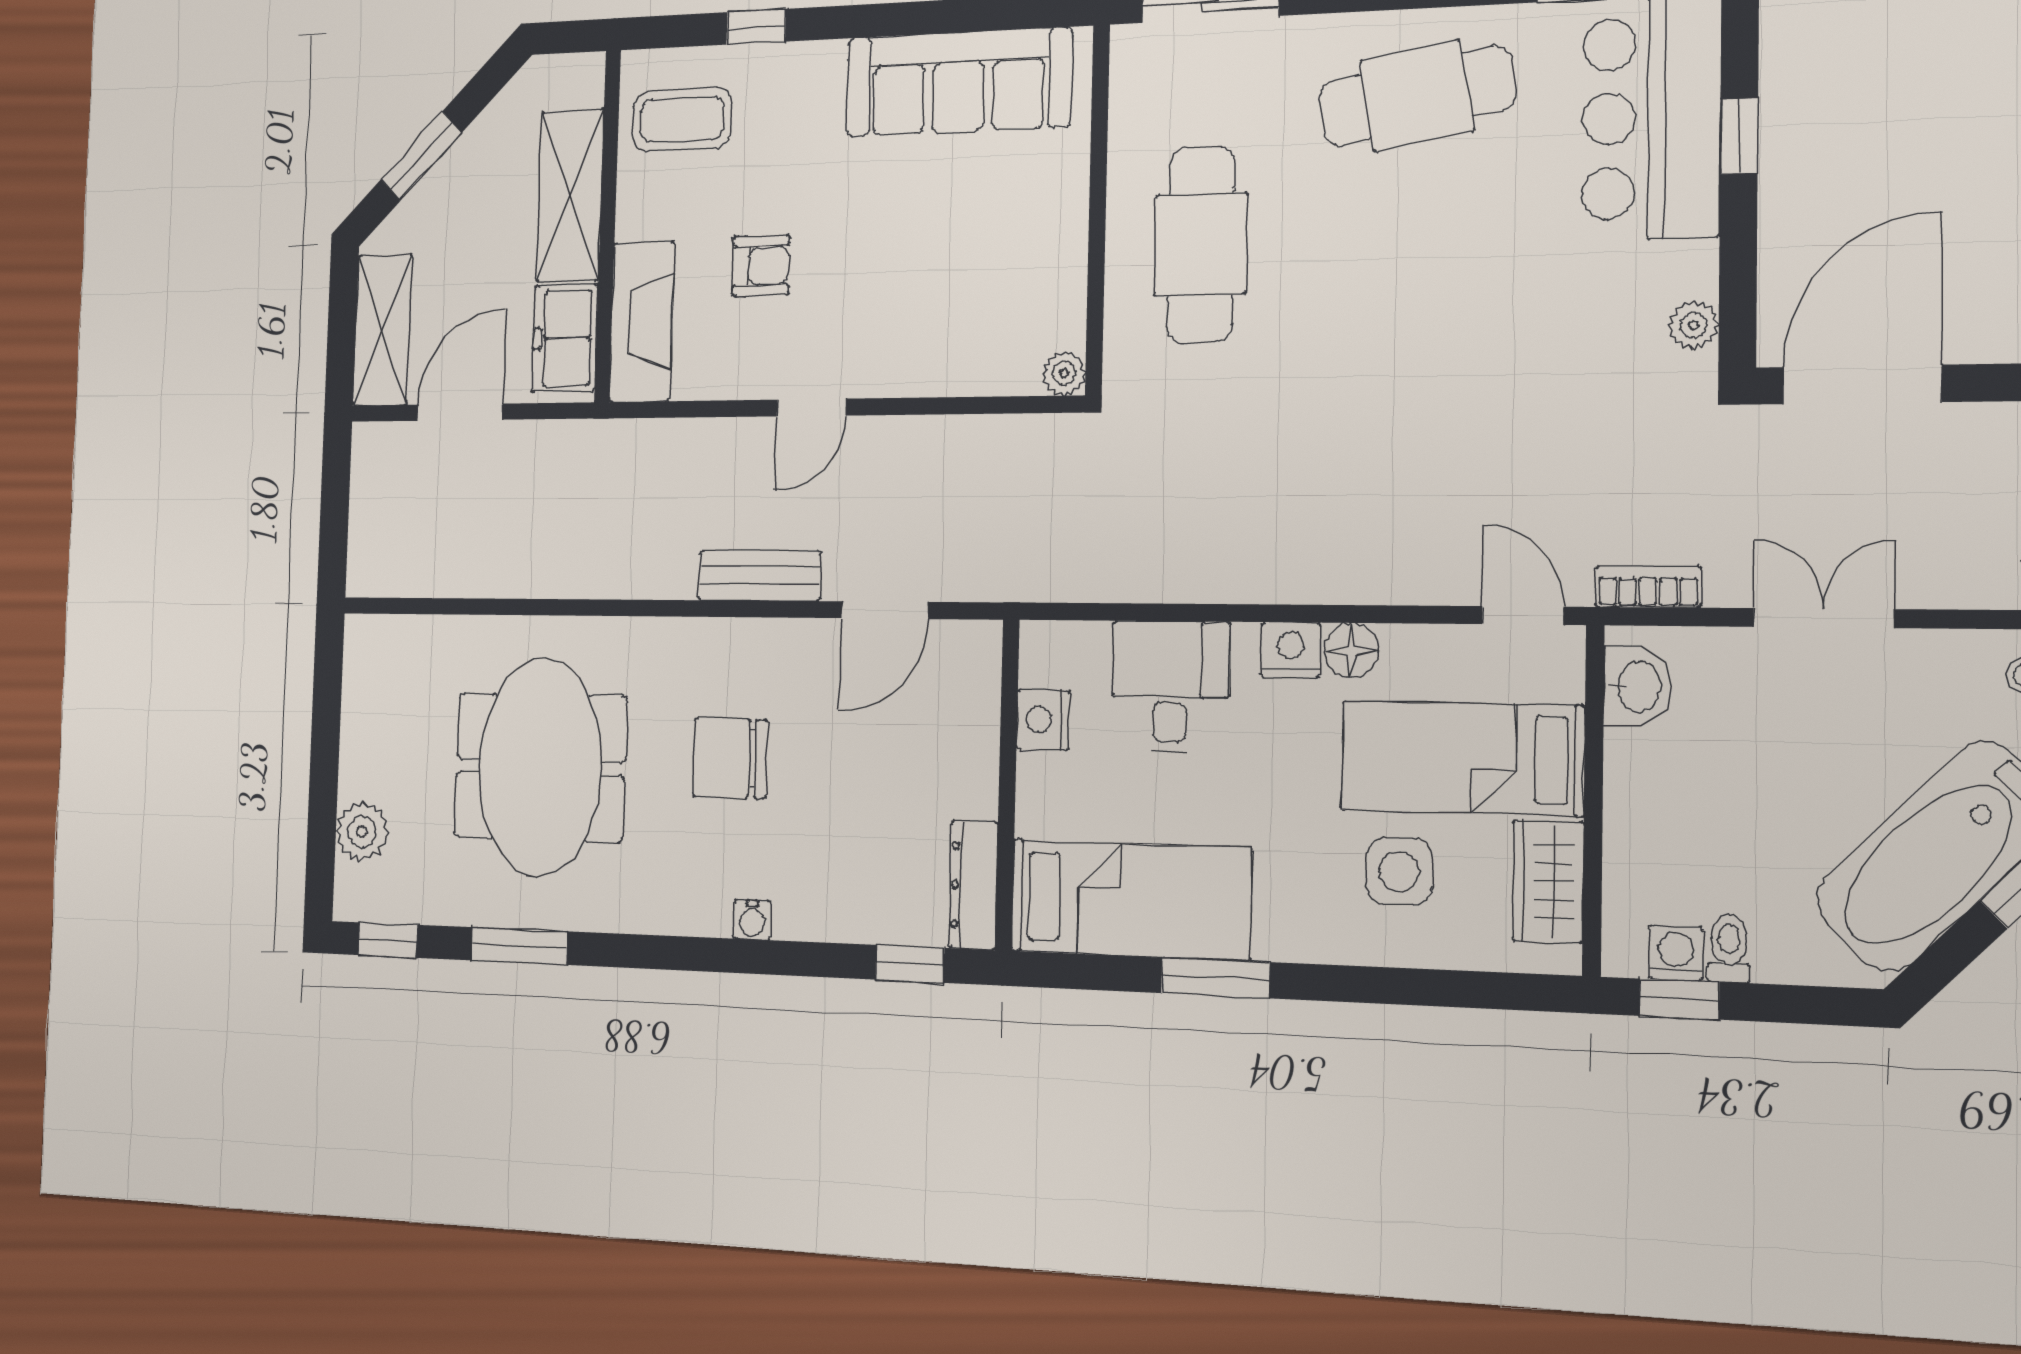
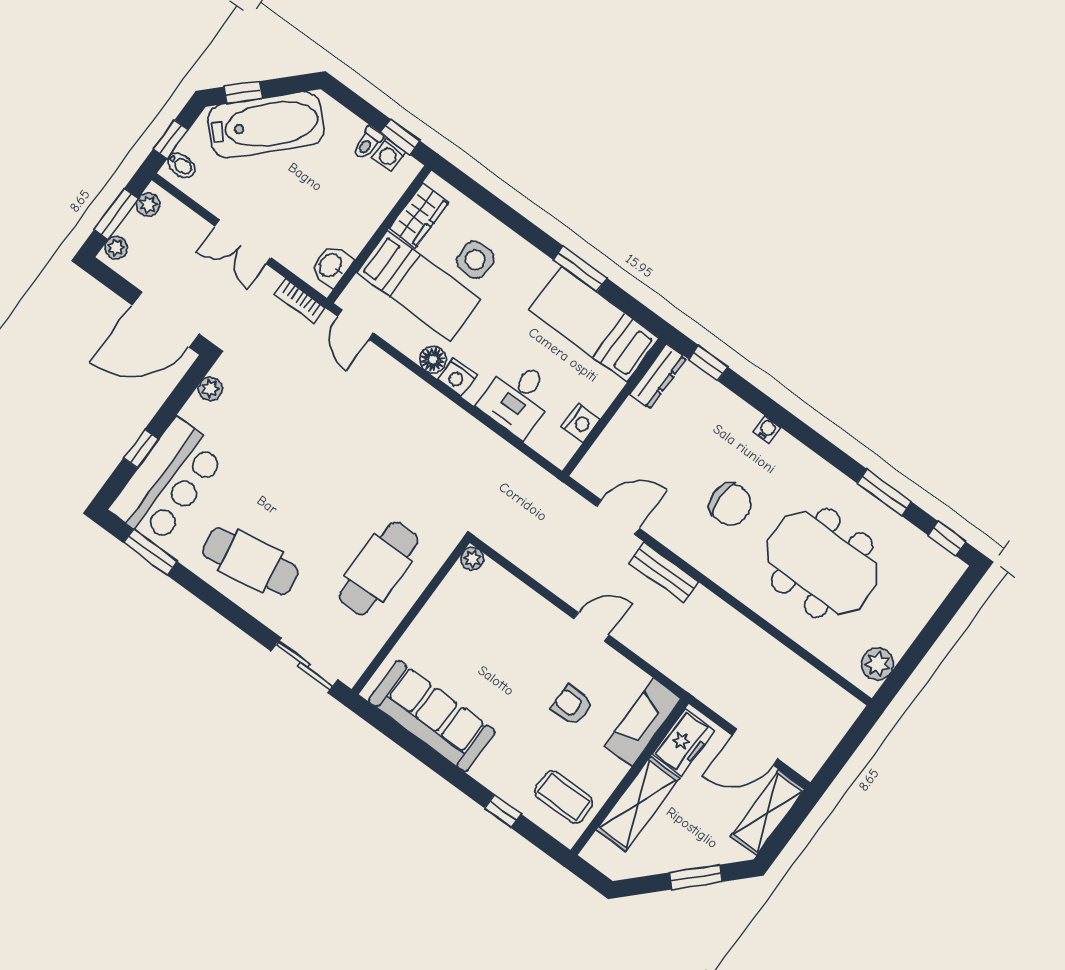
meeting table: (540, 767) -> (822, 563), turned 90
plant: (362, 832) -> (878, 664), moved

